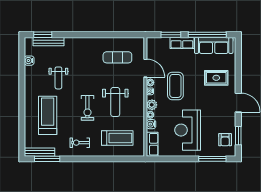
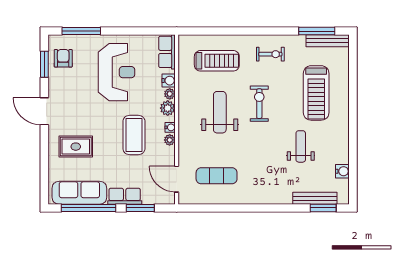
door: (145, 68) -> (177, 179), moved
treadmill: (117, 138) -> (217, 61), turned 180

